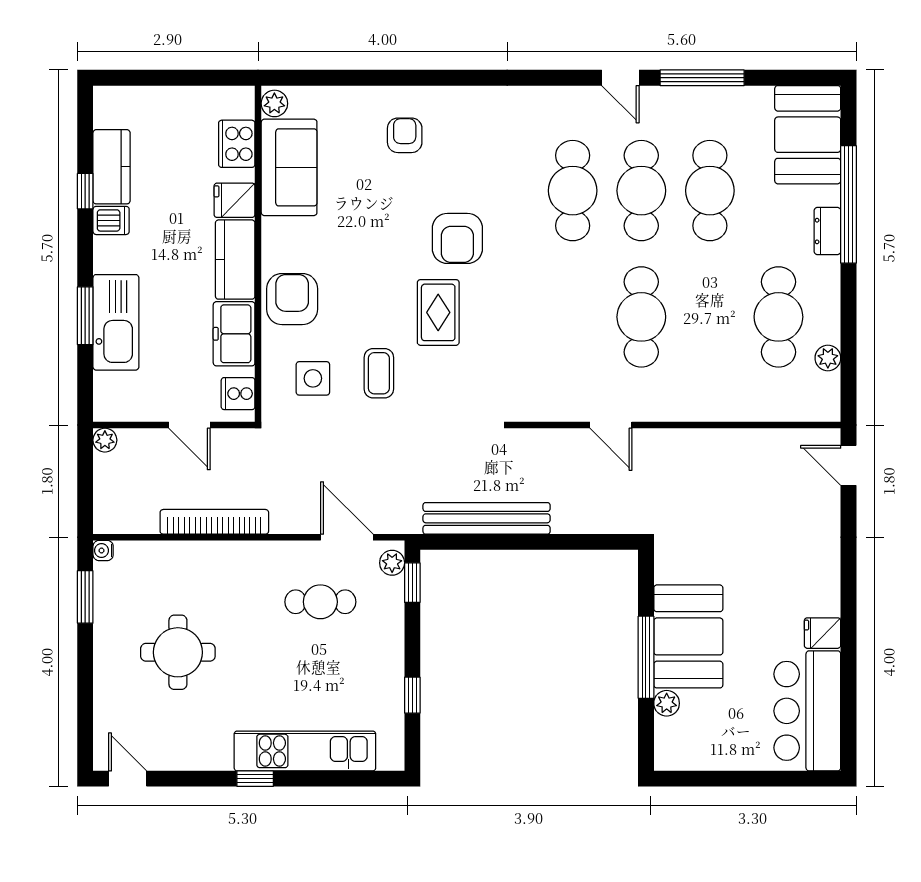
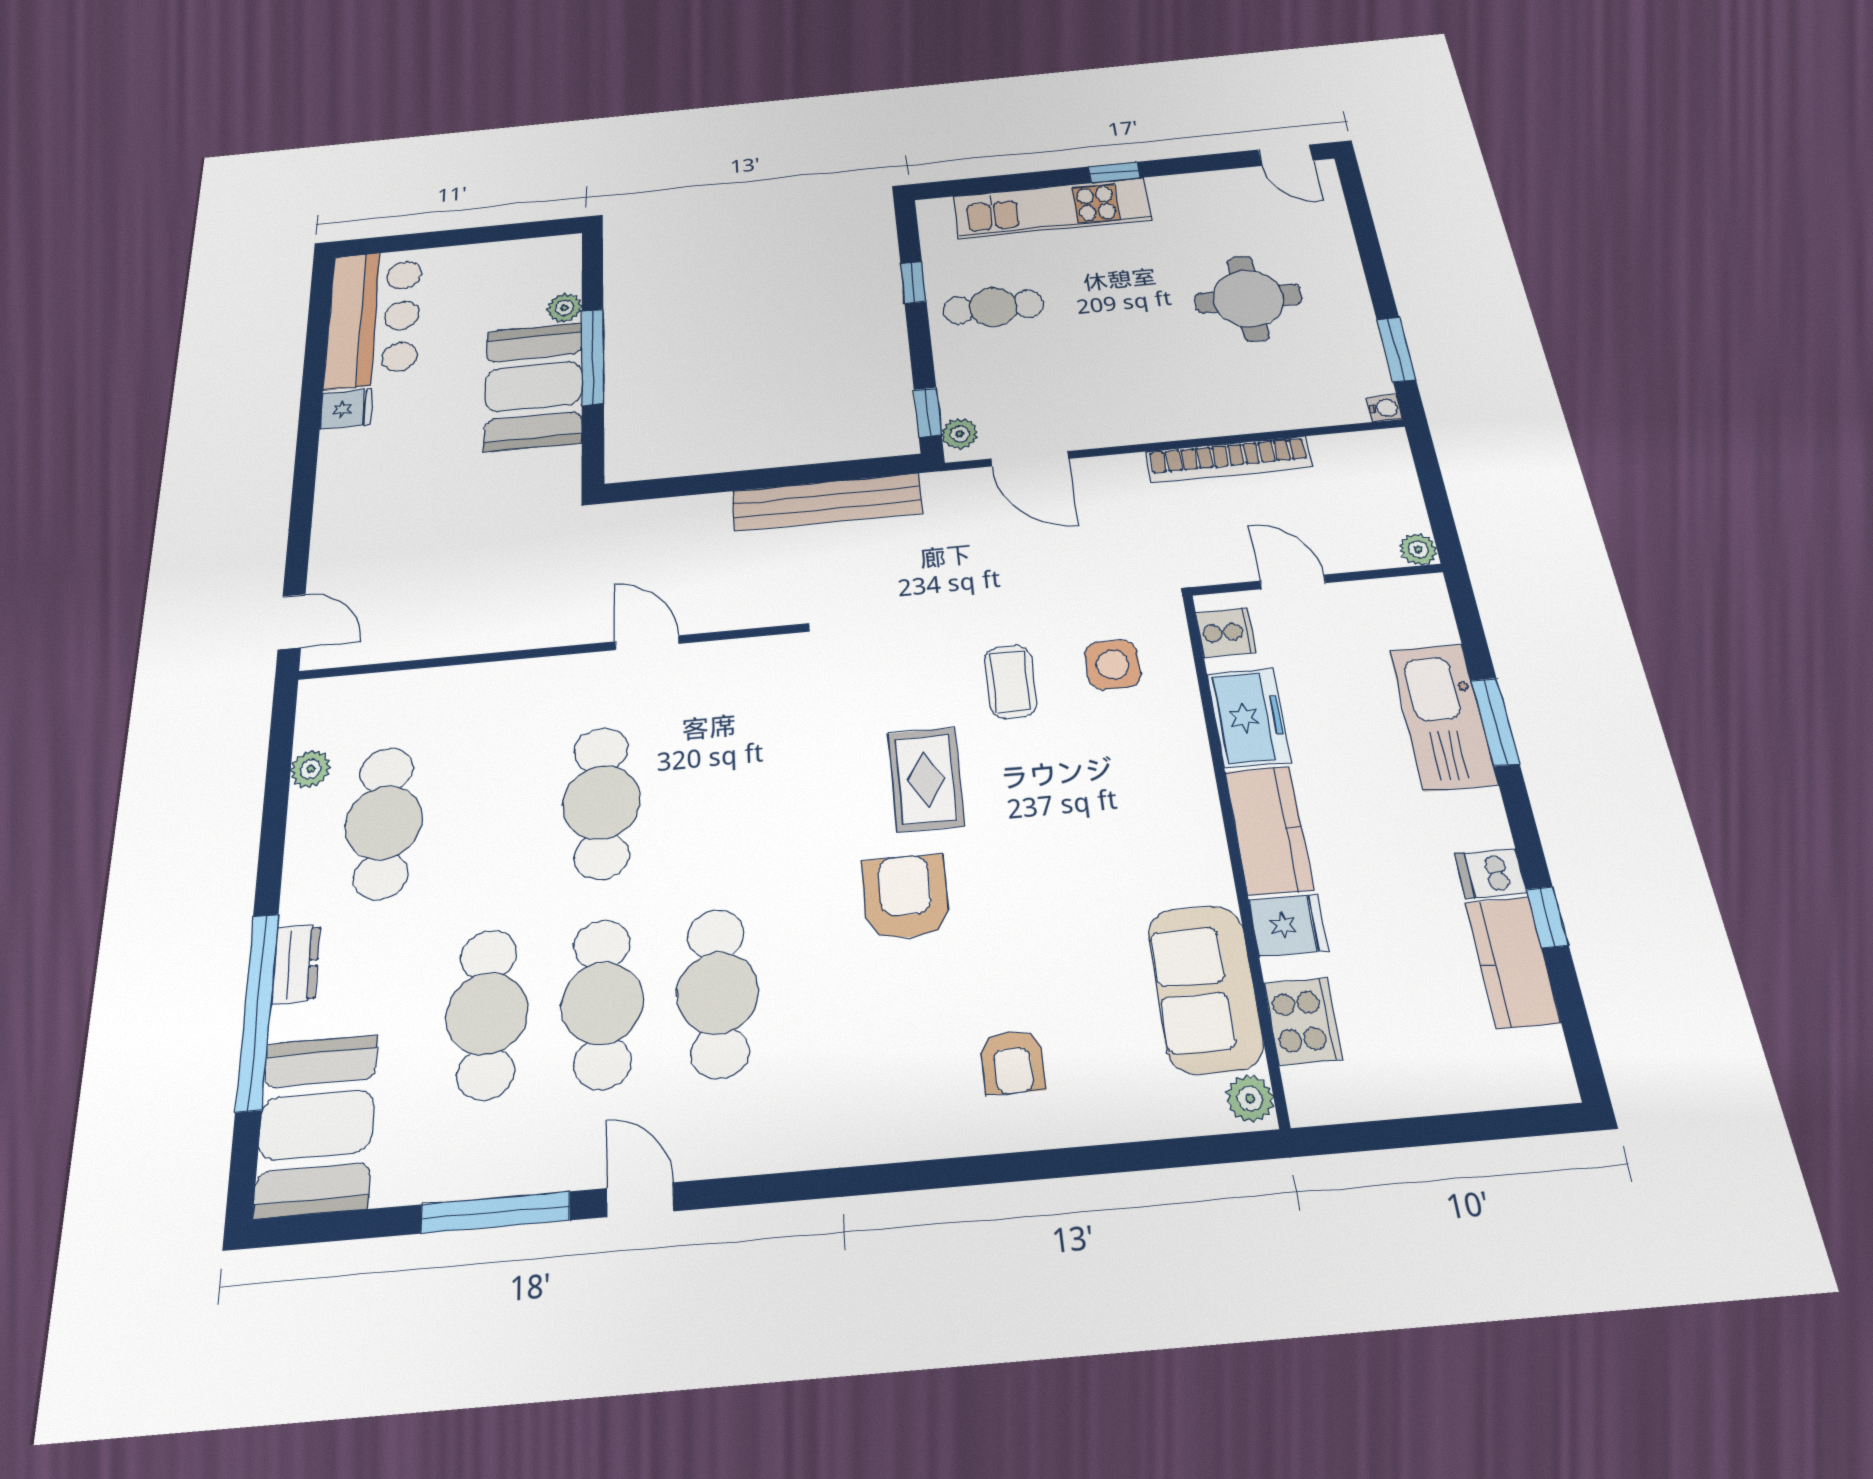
armchair: (292, 299) -> (1165, 778), removed
cafe table: (320, 602) -> (993, 307), moved

